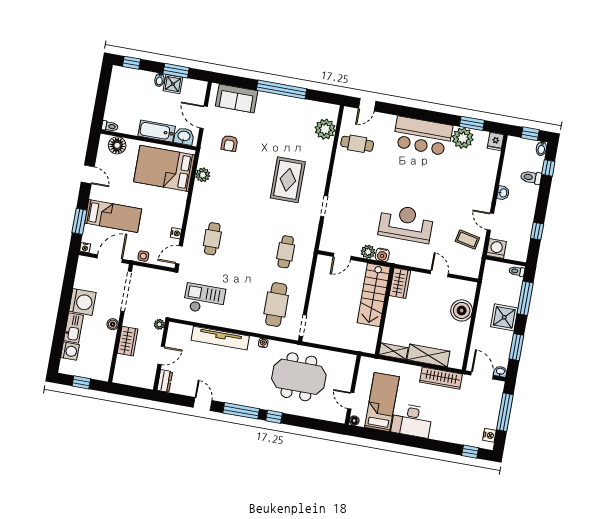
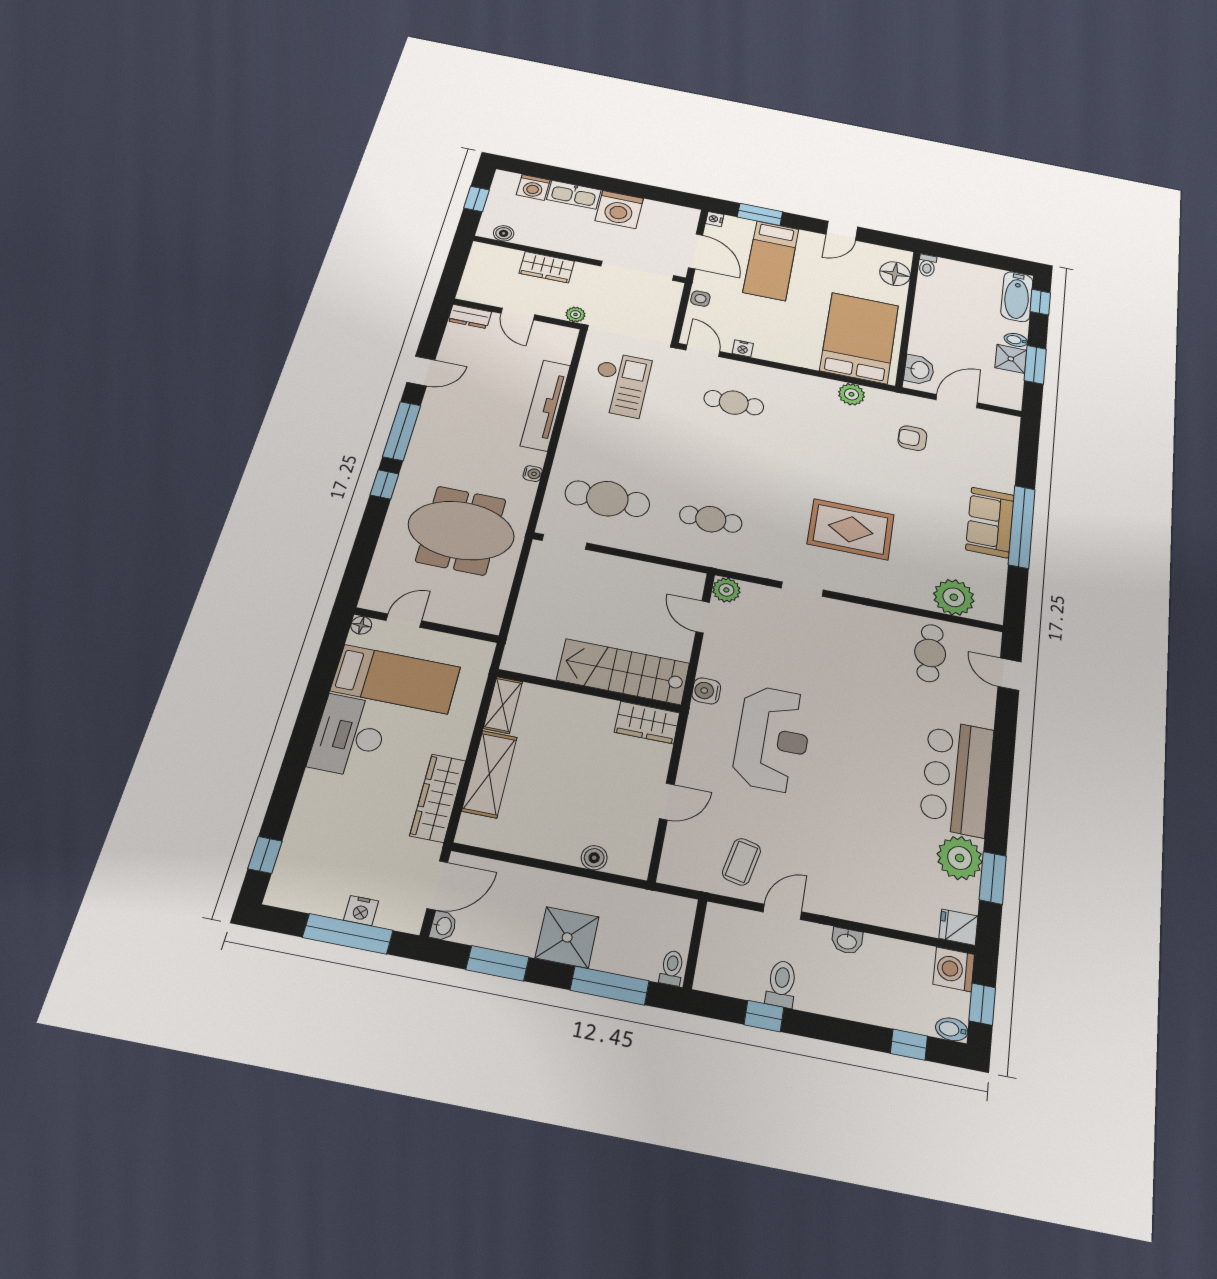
sofa: (237, 98) -> (990, 522), moved
bathtub: (157, 131) -> (1017, 297), moved, turned 180
toilet: (531, 177) -> (781, 984), moved
washing machine: (496, 248) -> (954, 969), moved, turned 180
plant: (368, 252) -> (726, 590), moved
boiler: (462, 310) -> (594, 858), width x0.54, depth x0.54
boiler: (113, 324) -> (504, 233), moved
meeting table: (299, 377) -> (461, 530), turned 90
nightstand: (489, 435) -> (361, 911), moved

